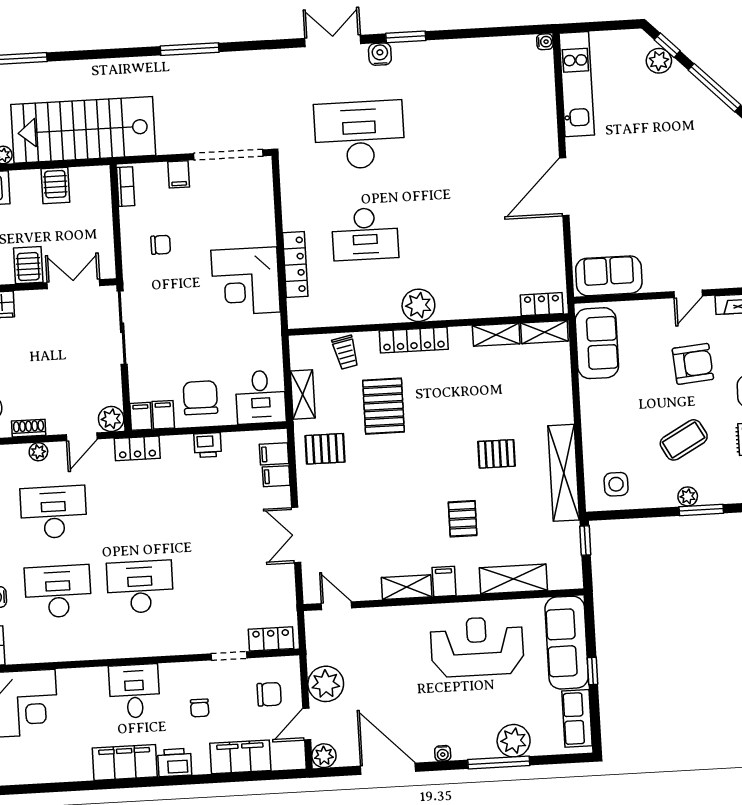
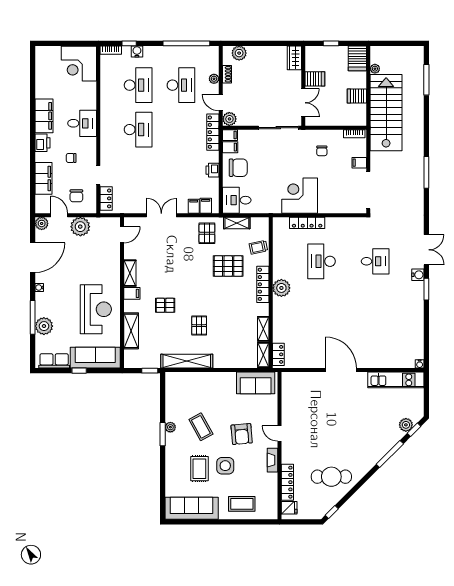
desk: (359, 135) -> (375, 261), width x0.53, depth x0.77
sofa: (609, 276) -> (292, 391), removed
locker: (137, 448) -> (213, 132), width x1.53
side table: (616, 484) -> (179, 389), removed

